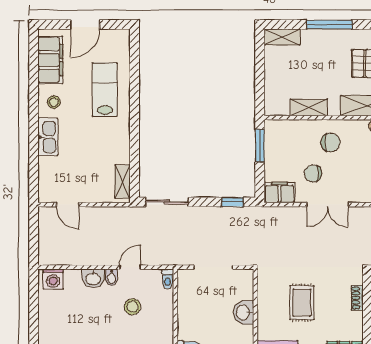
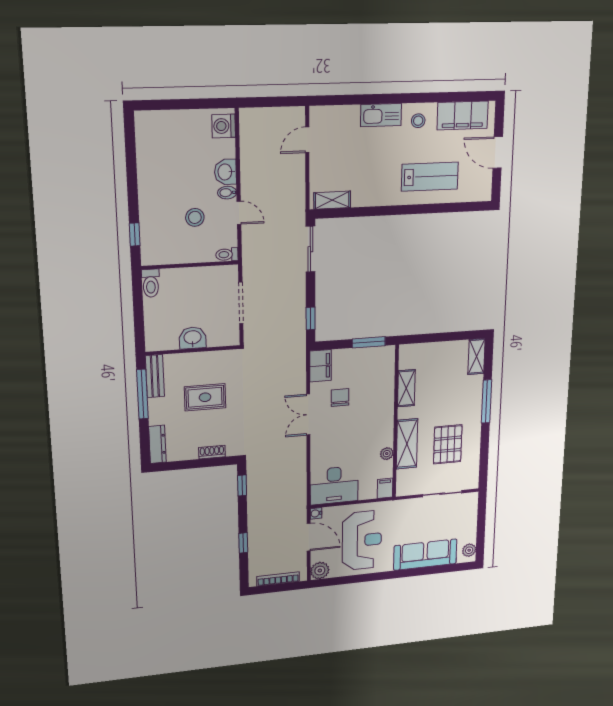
chair: (331, 142) -> (371, 412), removed

